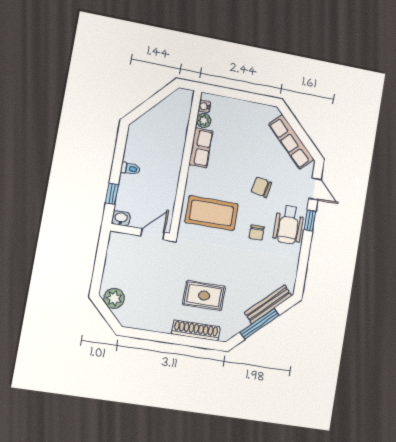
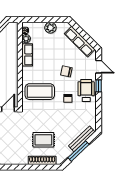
plant: (247, 110) -> (50, 28), added
wheelchair: (289, 225) -> (86, 91), turned 180

